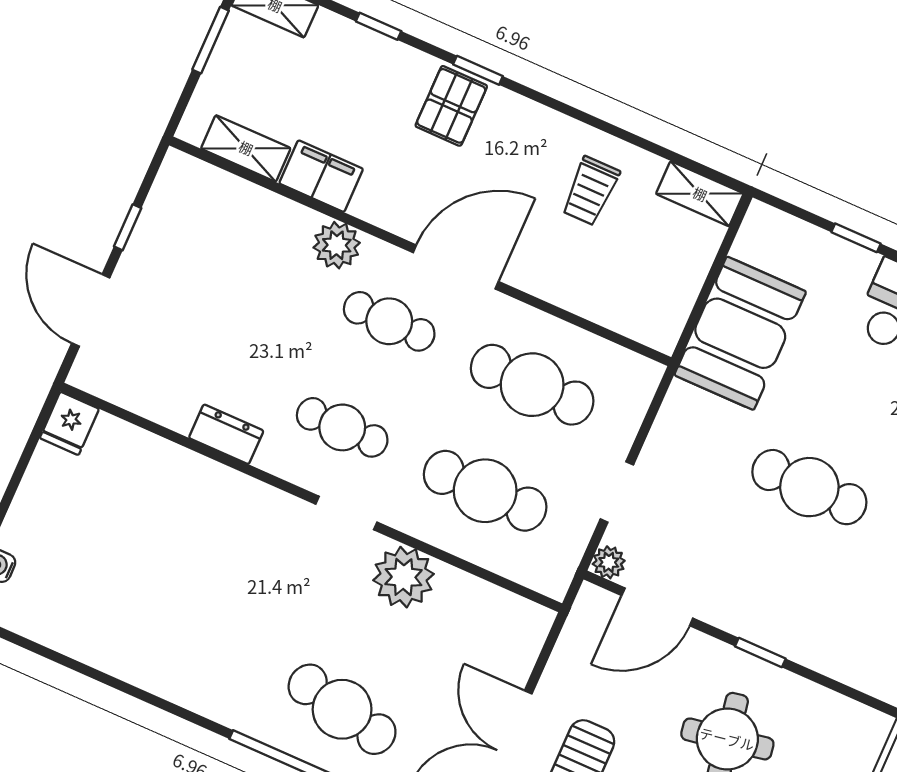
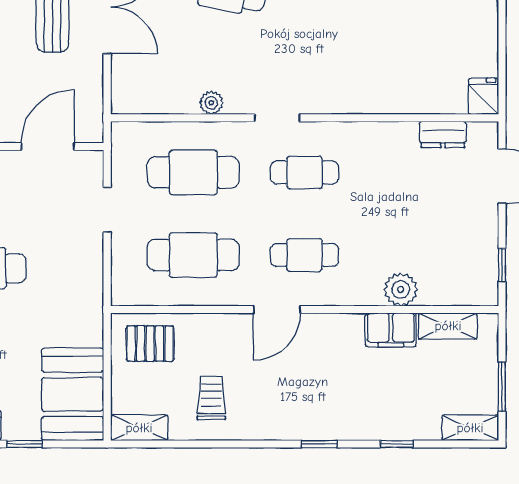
pallet: (451, 106) -> (150, 344), moved, turned 90
window: (128, 227) -> (502, 265), moved
plant: (337, 245) -> (401, 289), moved
door: (456, 267) -> (277, 310), width x0.73
booth: (740, 333) -> (73, 394), moved
dresser: (226, 434) -> (443, 134), moved
plant: (609, 562) -> (92, 161), removed
plant: (404, 577) -> (211, 103), width x0.53, depth x0.53

